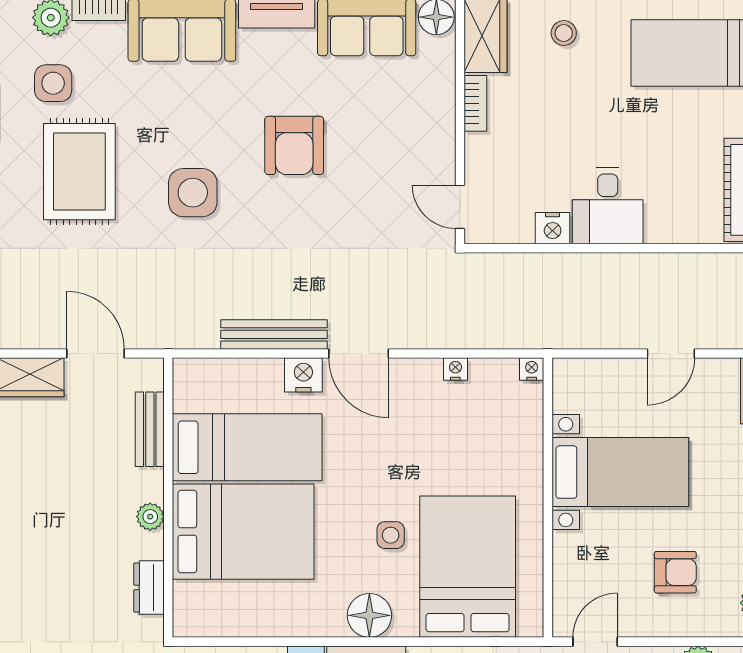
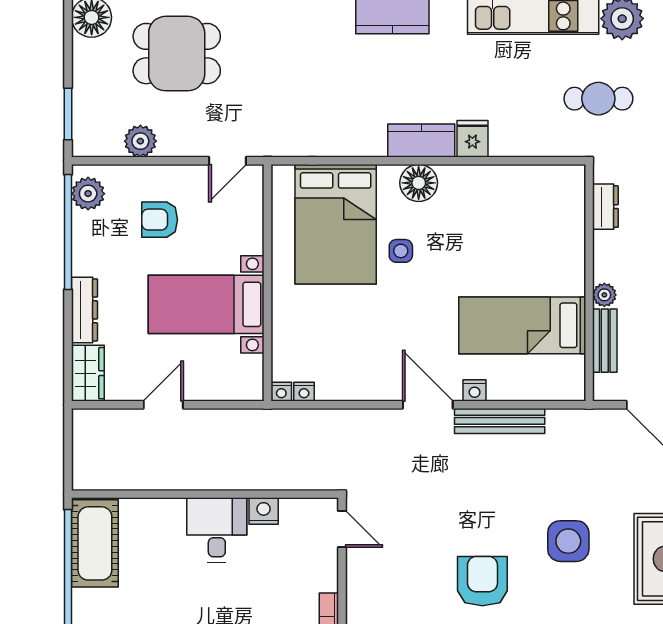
nightstand: (455, 369) -> (304, 392), moved
nightstand: (303, 375) -> (475, 390), width x0.72, depth x0.74
plant: (150, 517) -> (604, 295), moved
bed: (243, 532) -> (526, 254), removed

